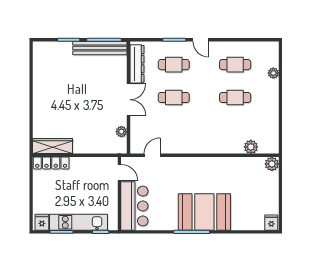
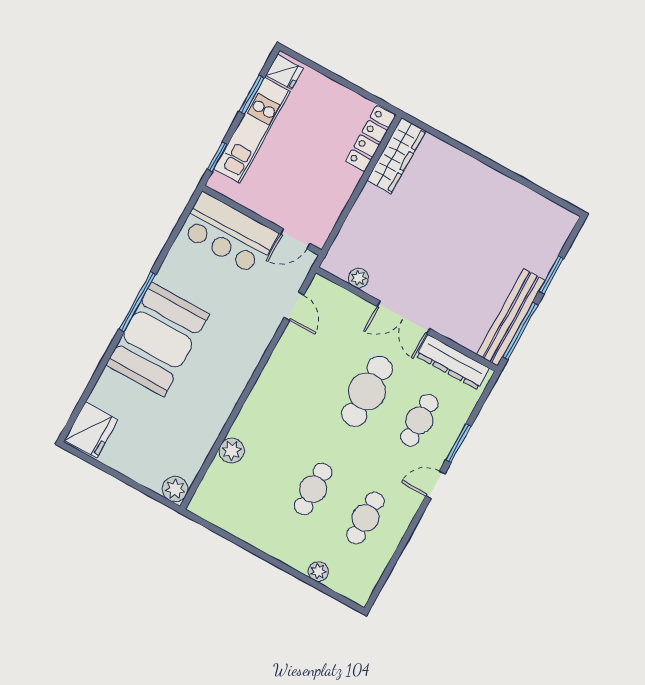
cafe table: (174, 98) -> (367, 391), width x1.37, depth x1.35
plant: (251, 147) -> (232, 451), moved
fridge: (271, 223) -> (91, 430), width x1.88, depth x1.34

